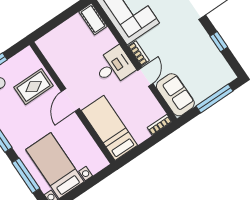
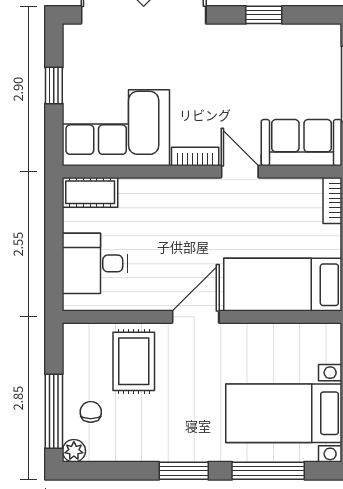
desk: (114, 66) -> (95, 263), moved, turned -90
door: (70, 100) -> (196, 317), swing flipped

